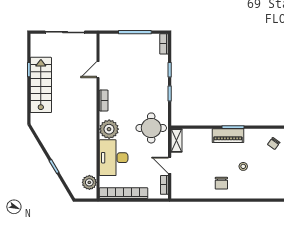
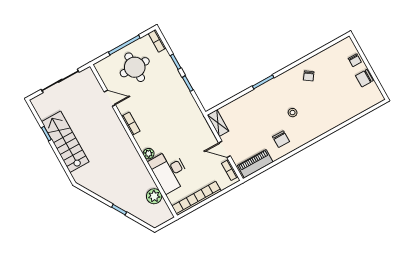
door: (98, 70) -> (110, 98), swing flipped
round table: (151, 128) -> (135, 67), moved
plant: (109, 129) -> (149, 154), width x0.53, depth x0.53
piano: (228, 136) -> (255, 164), moved, turned 180
plant: (89, 182) -> (154, 196), moved

